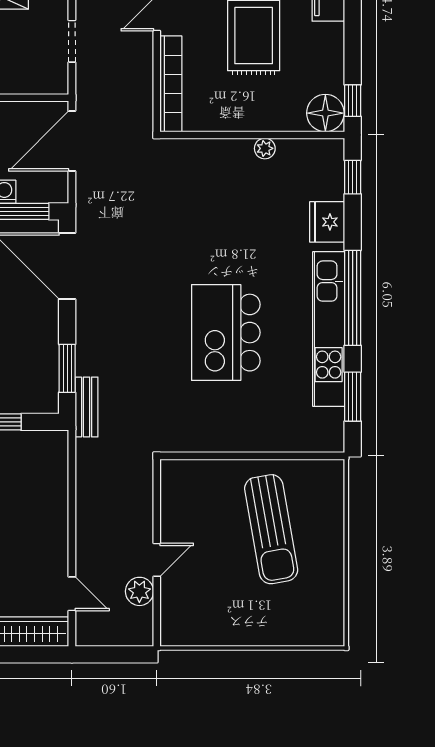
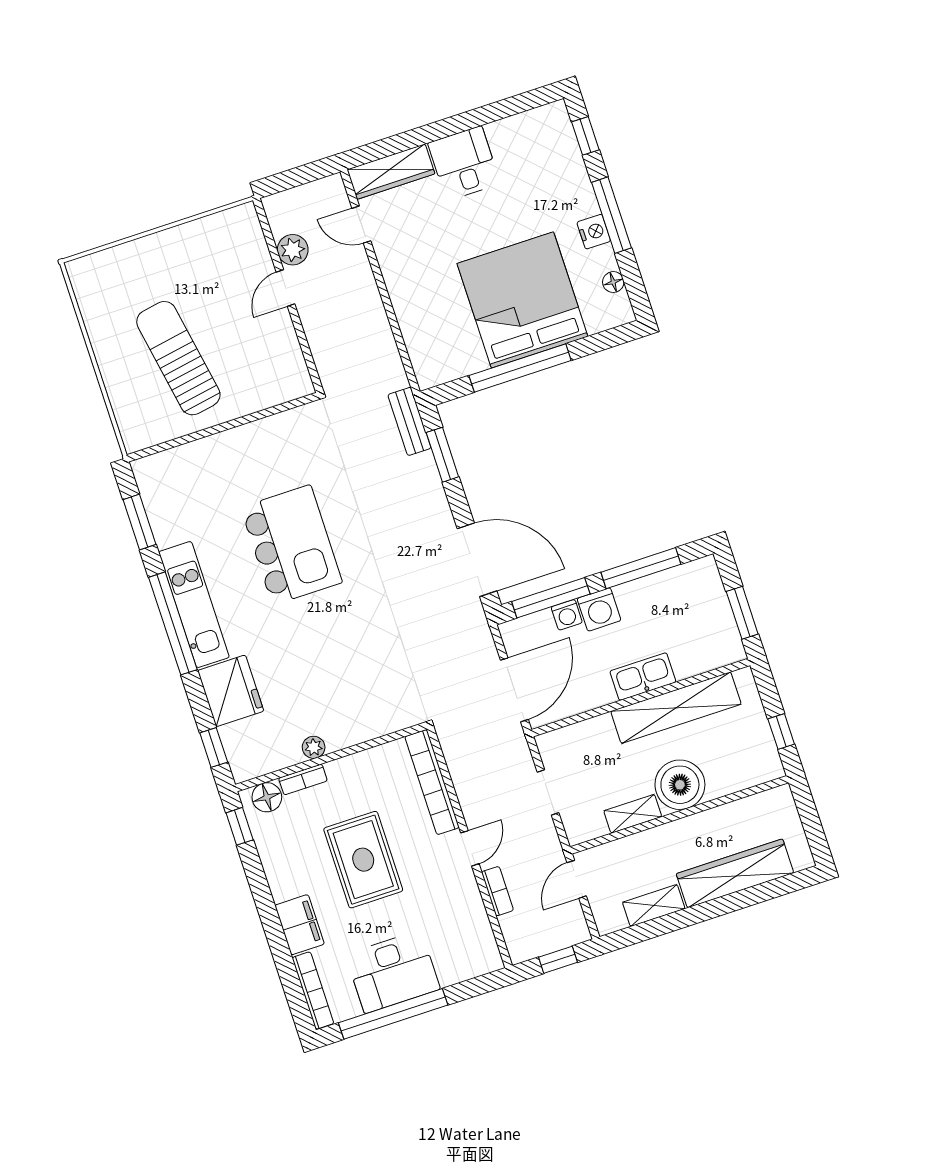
floor lamp: (325, 113) -> (267, 797), width x0.73, depth x0.73
bookcase: (283, 123) -> (303, 779), added
fridge: (327, 222) -> (231, 691), width x1.36, depth x1.34
kitchen unit: (329, 329) -> (194, 605), width x0.73

